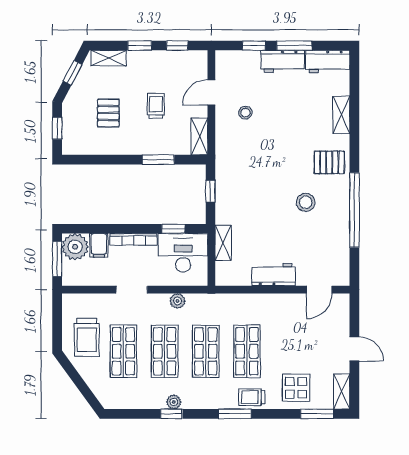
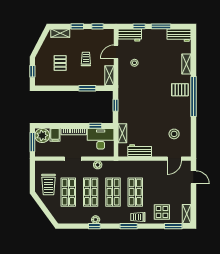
workbench: (283, 61) -> (130, 35), moved
window: (73, 73) -> (41, 41), removed
stool: (306, 202) -> (174, 134), moved
window: (354, 210) -> (194, 96), moved
workbench: (274, 275) -> (140, 151), moved
door: (354, 349) -> (194, 177), moved

